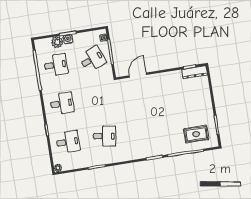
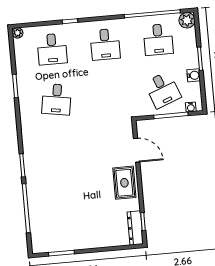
water cooler: (68, 39) -> (194, 75), moved
plant: (57, 42) -> (187, 20), moved
rug: (196, 134) -> (124, 183), moved

